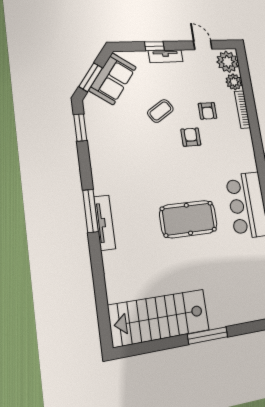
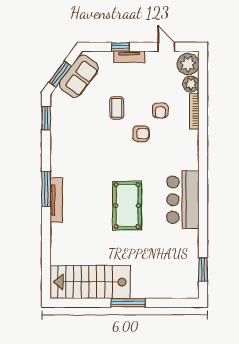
coffee table: (160, 111) -> (117, 108), turned -57
armchair: (191, 137) -> (141, 134), turned 90
pool table: (188, 219) -> (127, 206), turned 90

